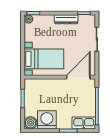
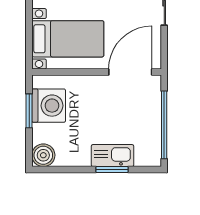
washing machine: (47, 120) -> (49, 106), moved, turned 90
kitchen sink: (84, 123) -> (112, 156), moved

